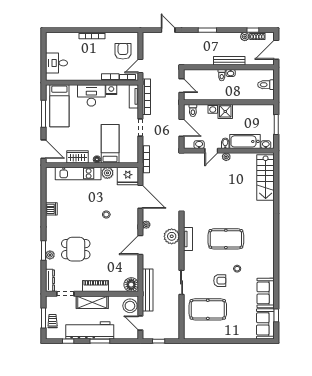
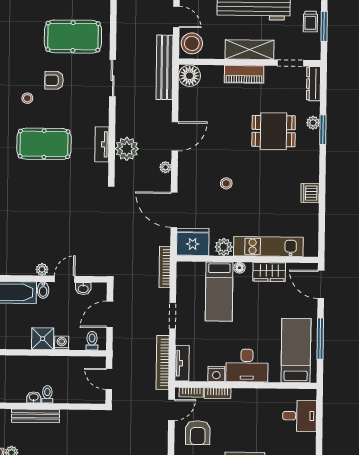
door: (182, 128) -> (110, 314), hinge flipped

